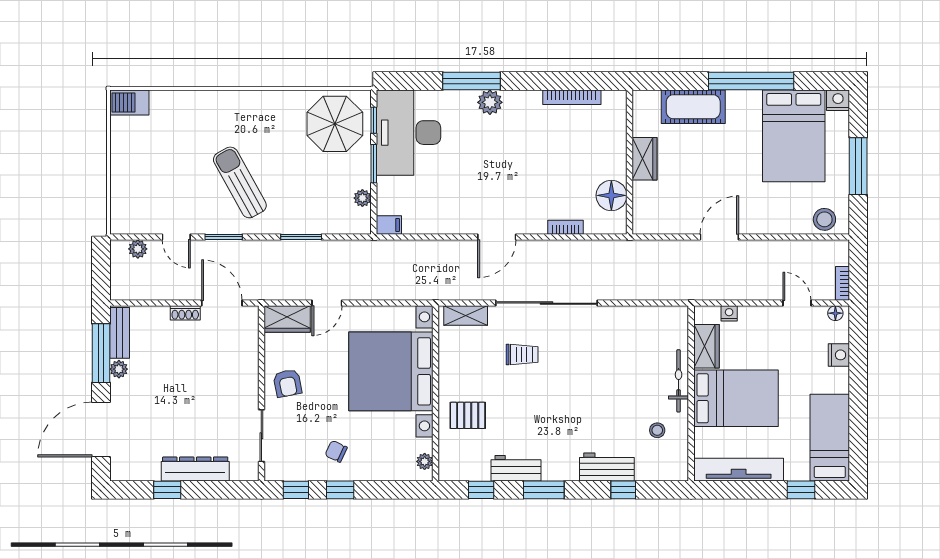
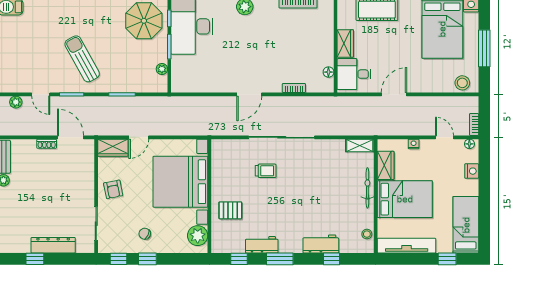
floor lamp: (611, 195) -> (328, 72), width x0.53, depth x0.53
desk: (658, 206) -> (354, 74), added
filing cabinet: (389, 225) -> (179, 87), removed
nightstand: (729, 313) -> (414, 144), moved
shelving: (466, 316) -> (360, 145), moved
stool: (657, 430) -> (367, 234), moved
plant: (425, 461) -> (198, 236), width x1.88, depth x1.88

